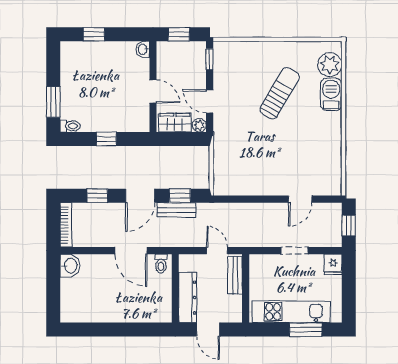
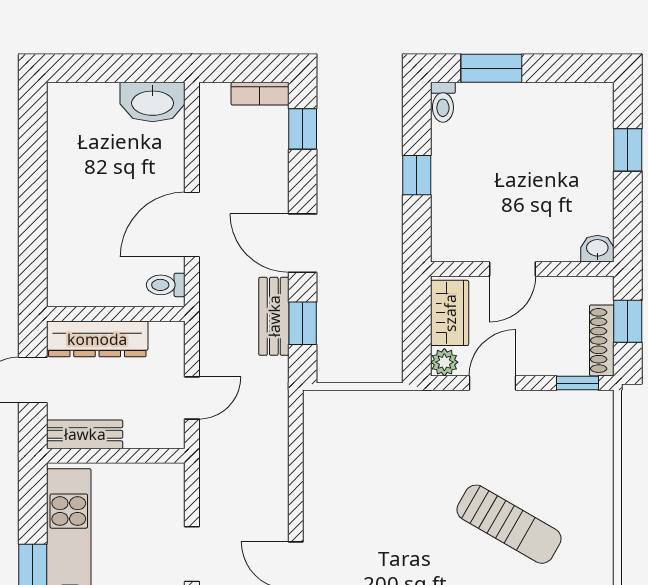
shoe rack: (188, 47) -> (602, 340), added
window: (97, 196) -> (303, 129), moved
bookcase: (66, 225) -> (260, 94), width x0.64
washbasin: (70, 266) -> (153, 102), width x1.38
bench: (235, 275) -> (85, 434), moved

